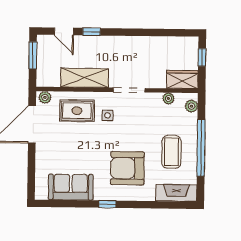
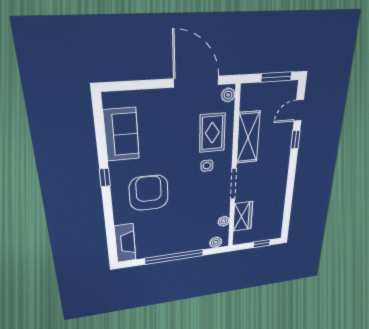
wardrobe: (182, 79) -> (243, 216), moved
coffee table: (171, 152) -> (169, 232), removed

